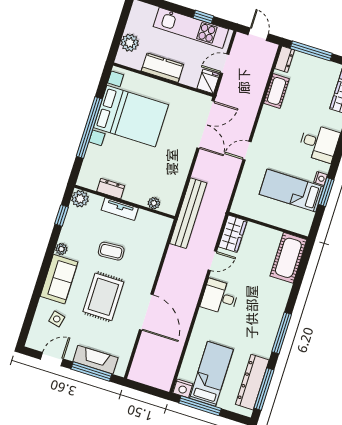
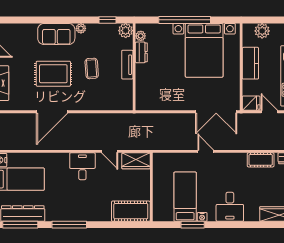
plant: (154, 203) -> (141, 36), moved
bench: (188, 213) -> (141, 120), removed
side table: (57, 319) -> (24, 42), removed

